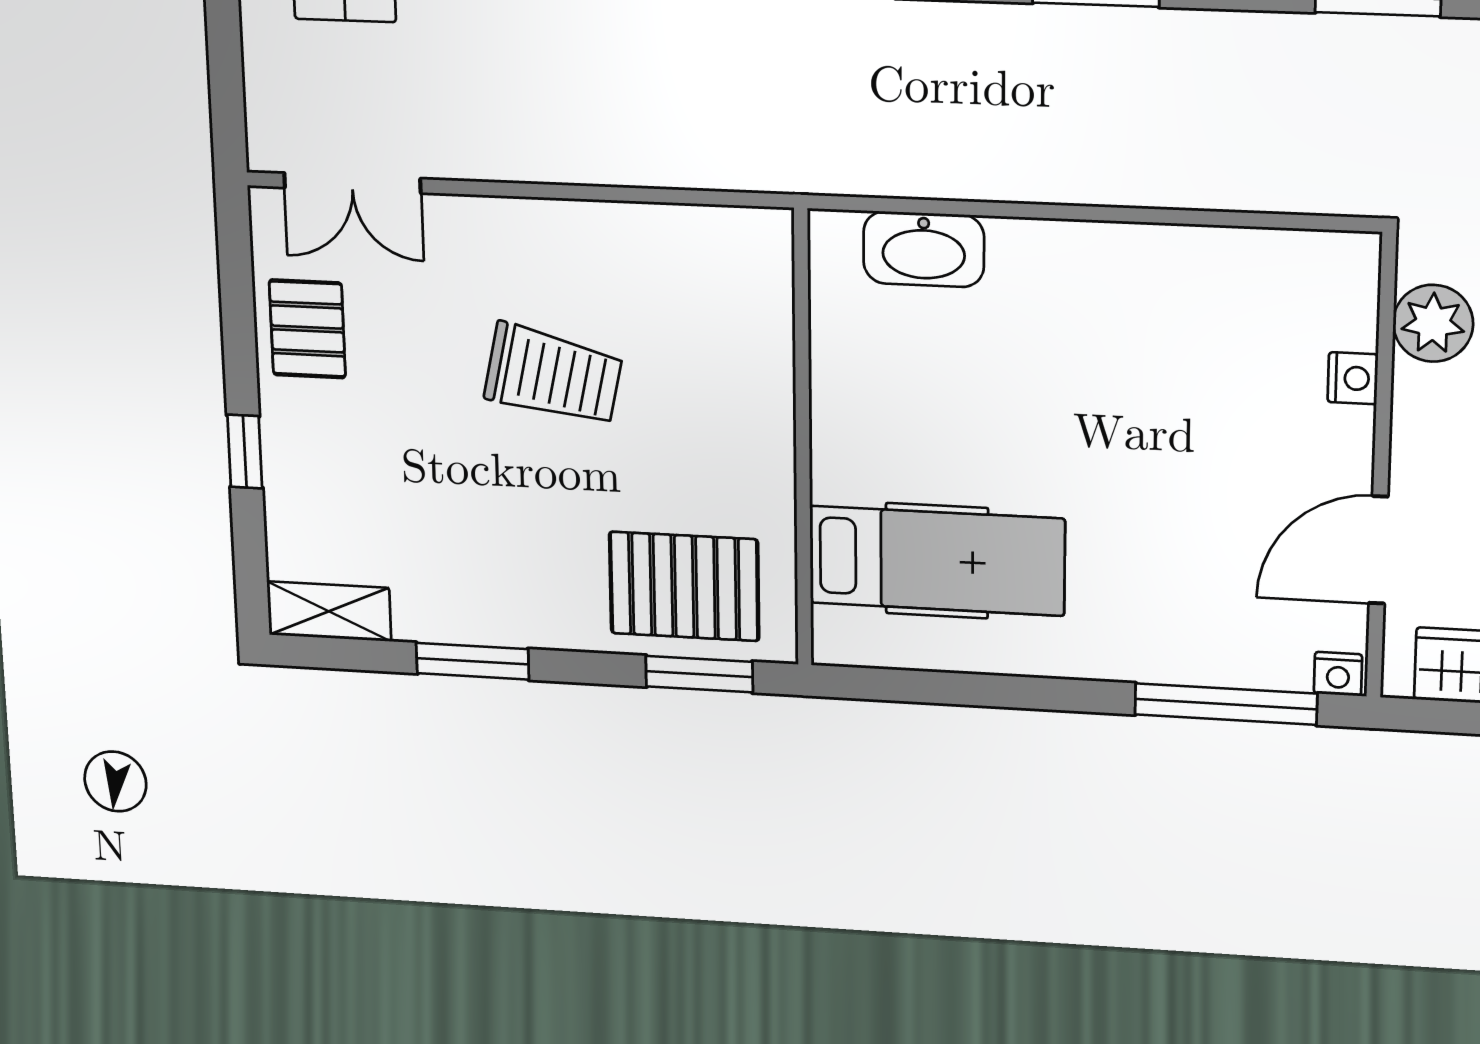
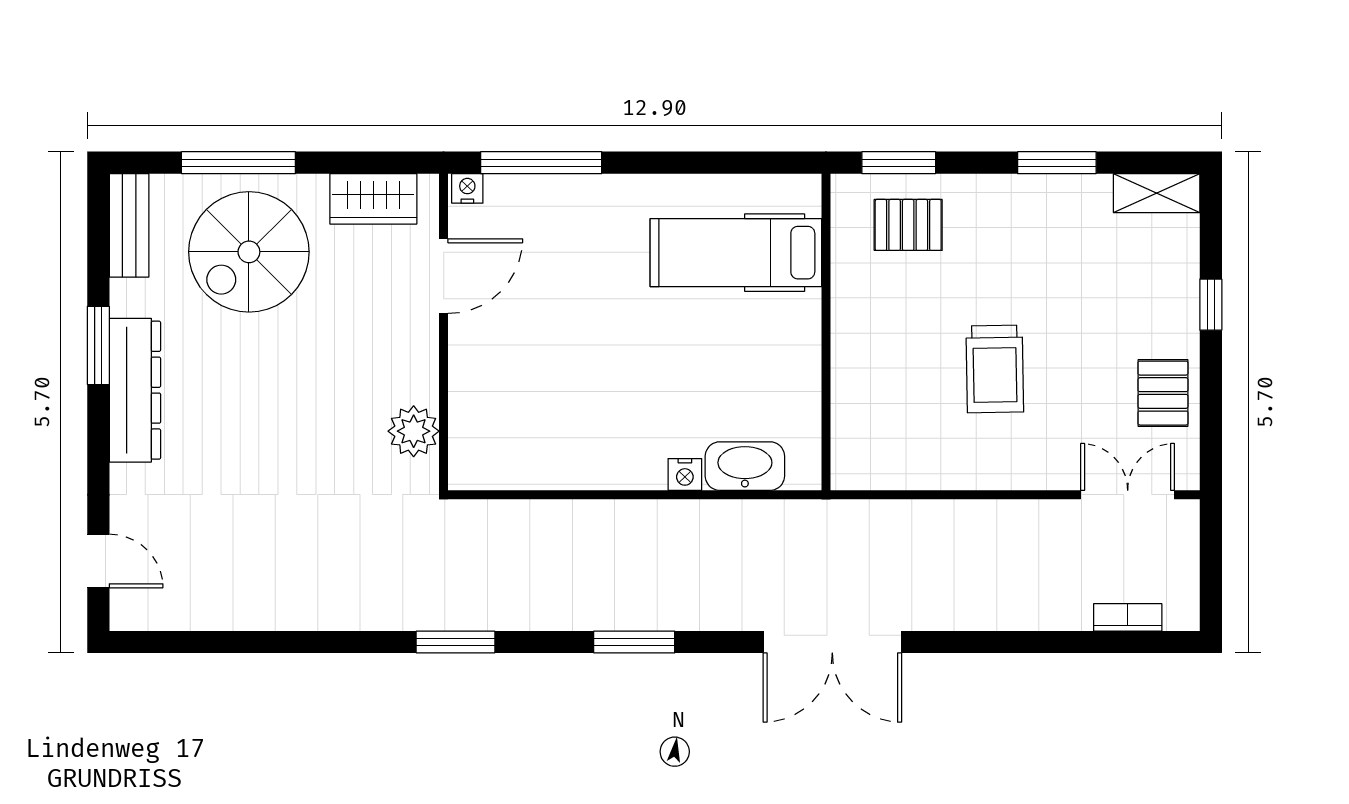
trolley: (553, 375) -> (995, 369), turned -103
nightstand: (1353, 378) -> (685, 474), moved, turned -90
pallet: (684, 586) -> (908, 225), width x0.67, depth x0.71

